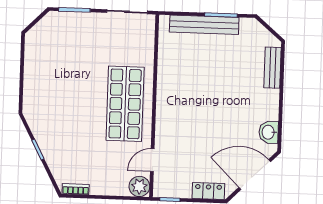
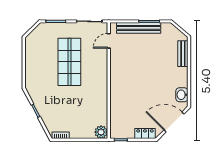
shop shelf: (125, 104) -> (69, 62), moved
door: (152, 160) -> (109, 41), moved

